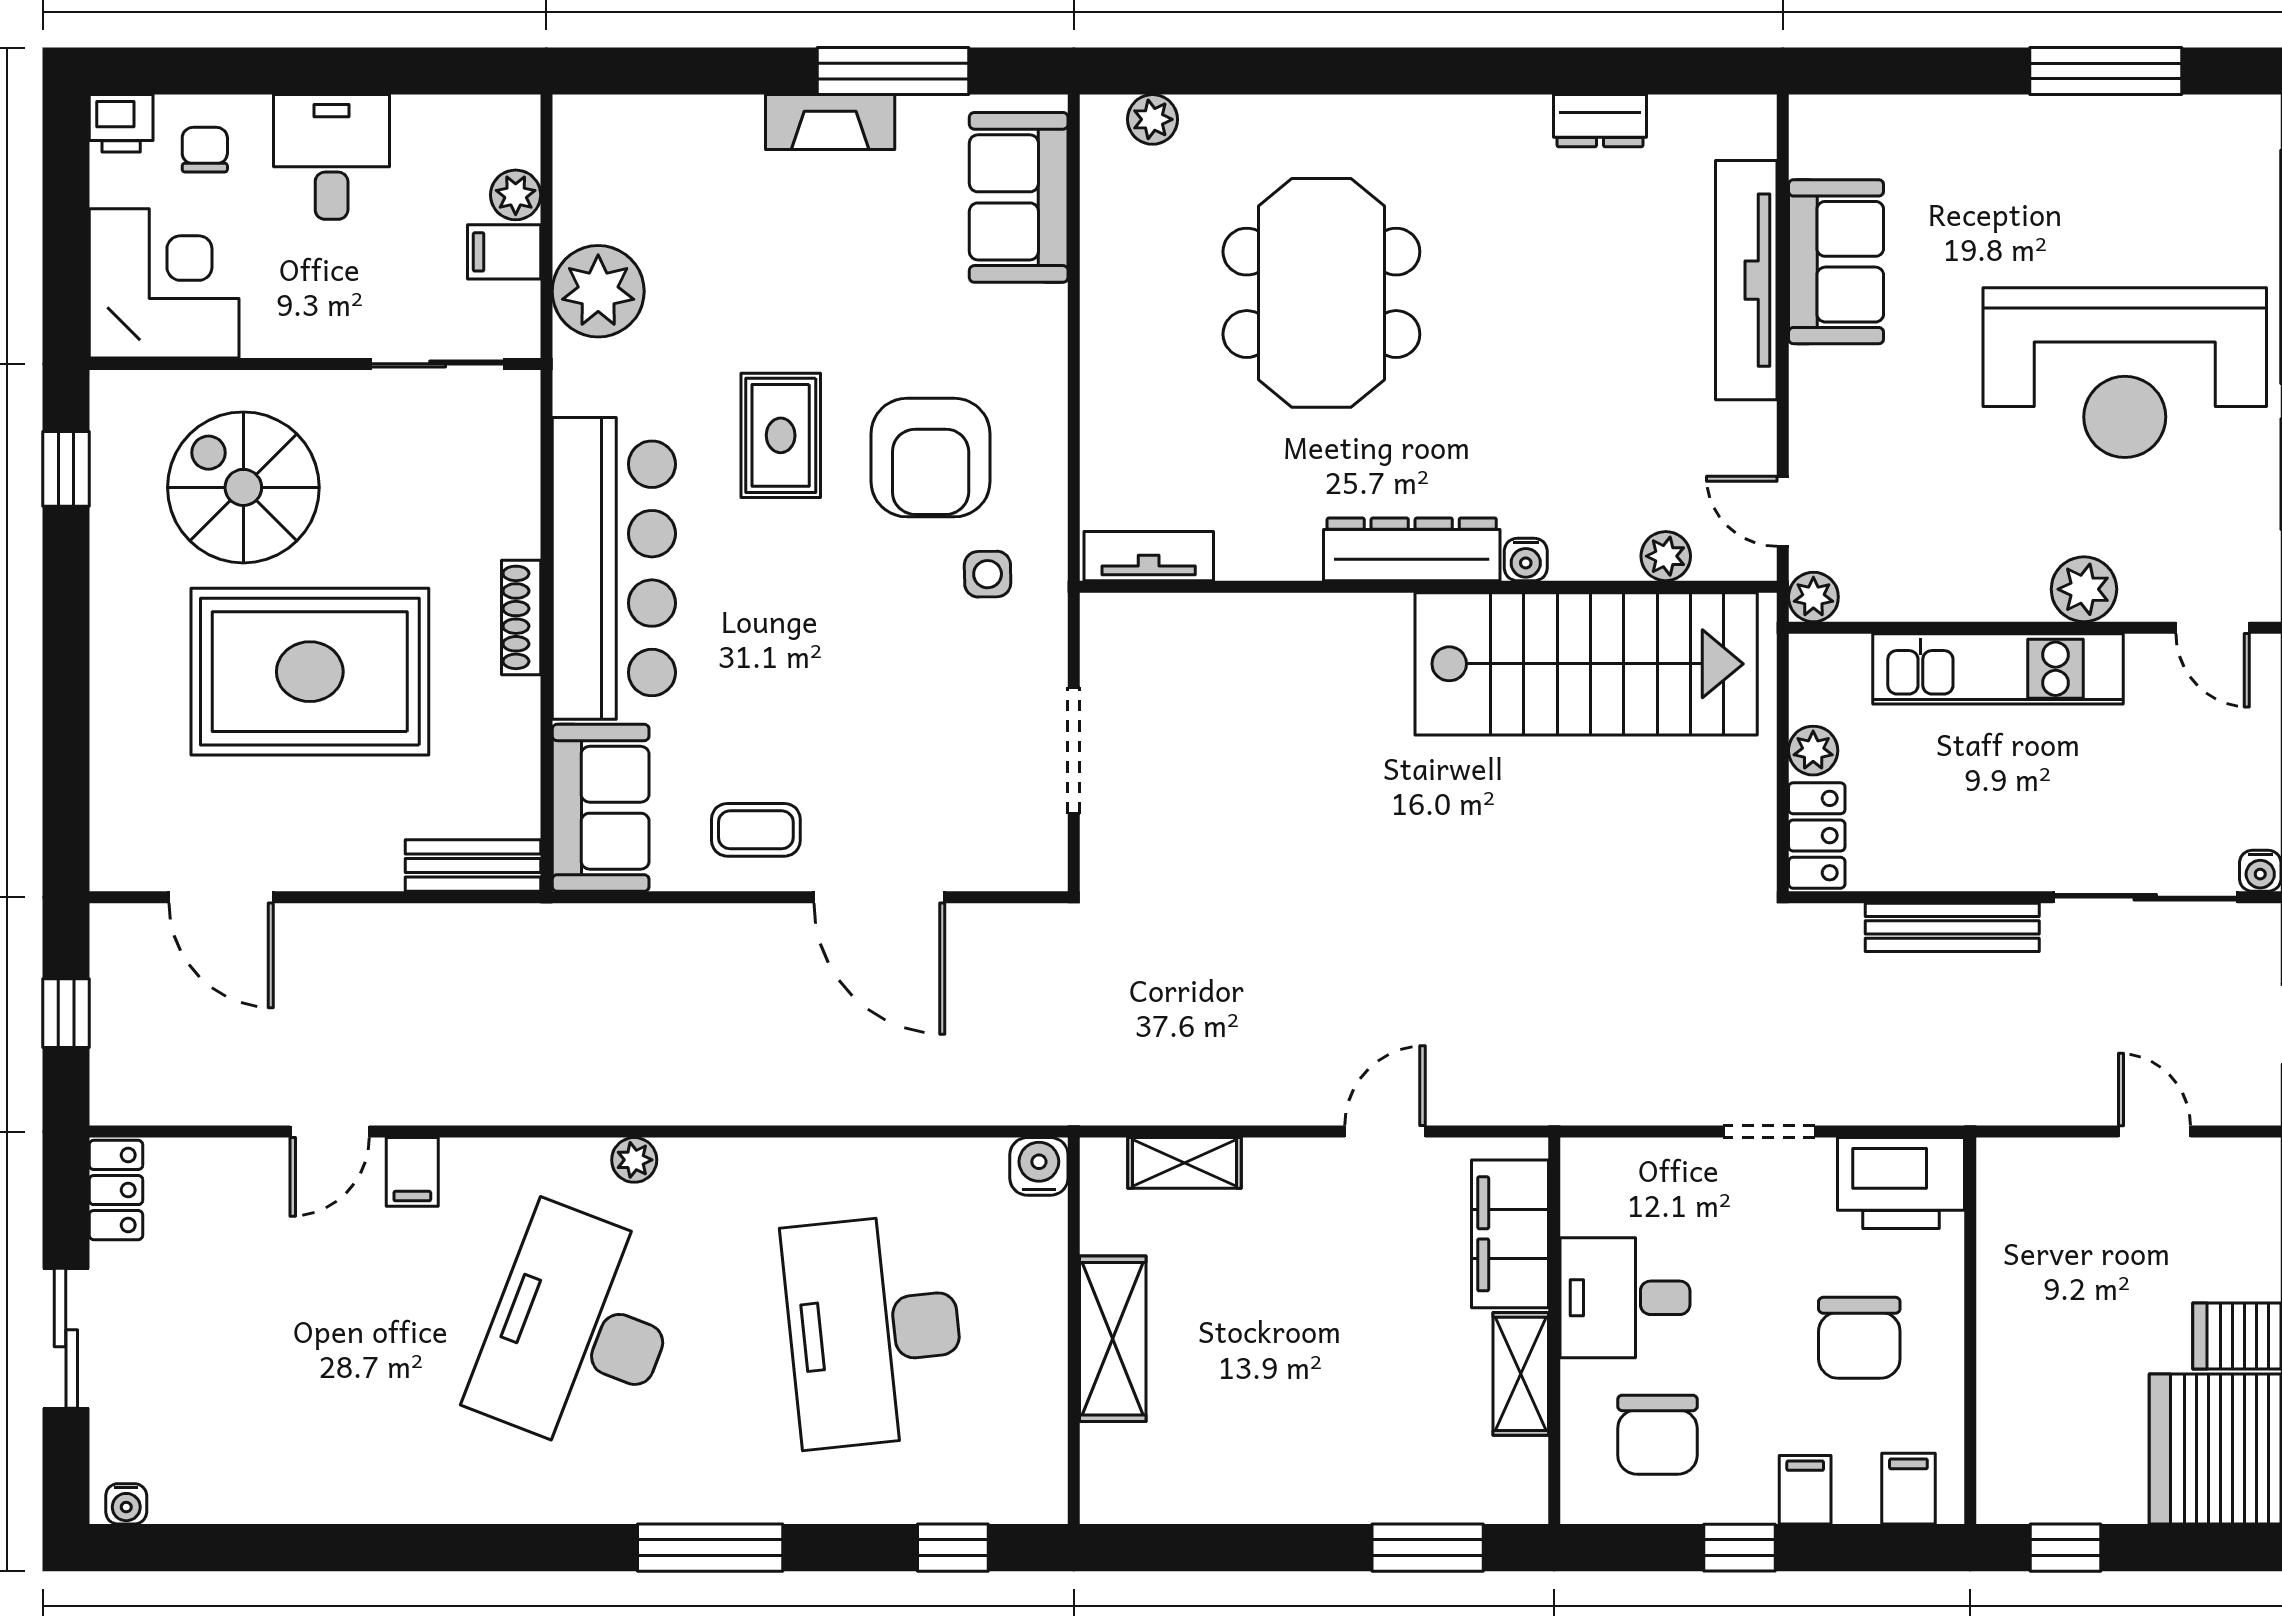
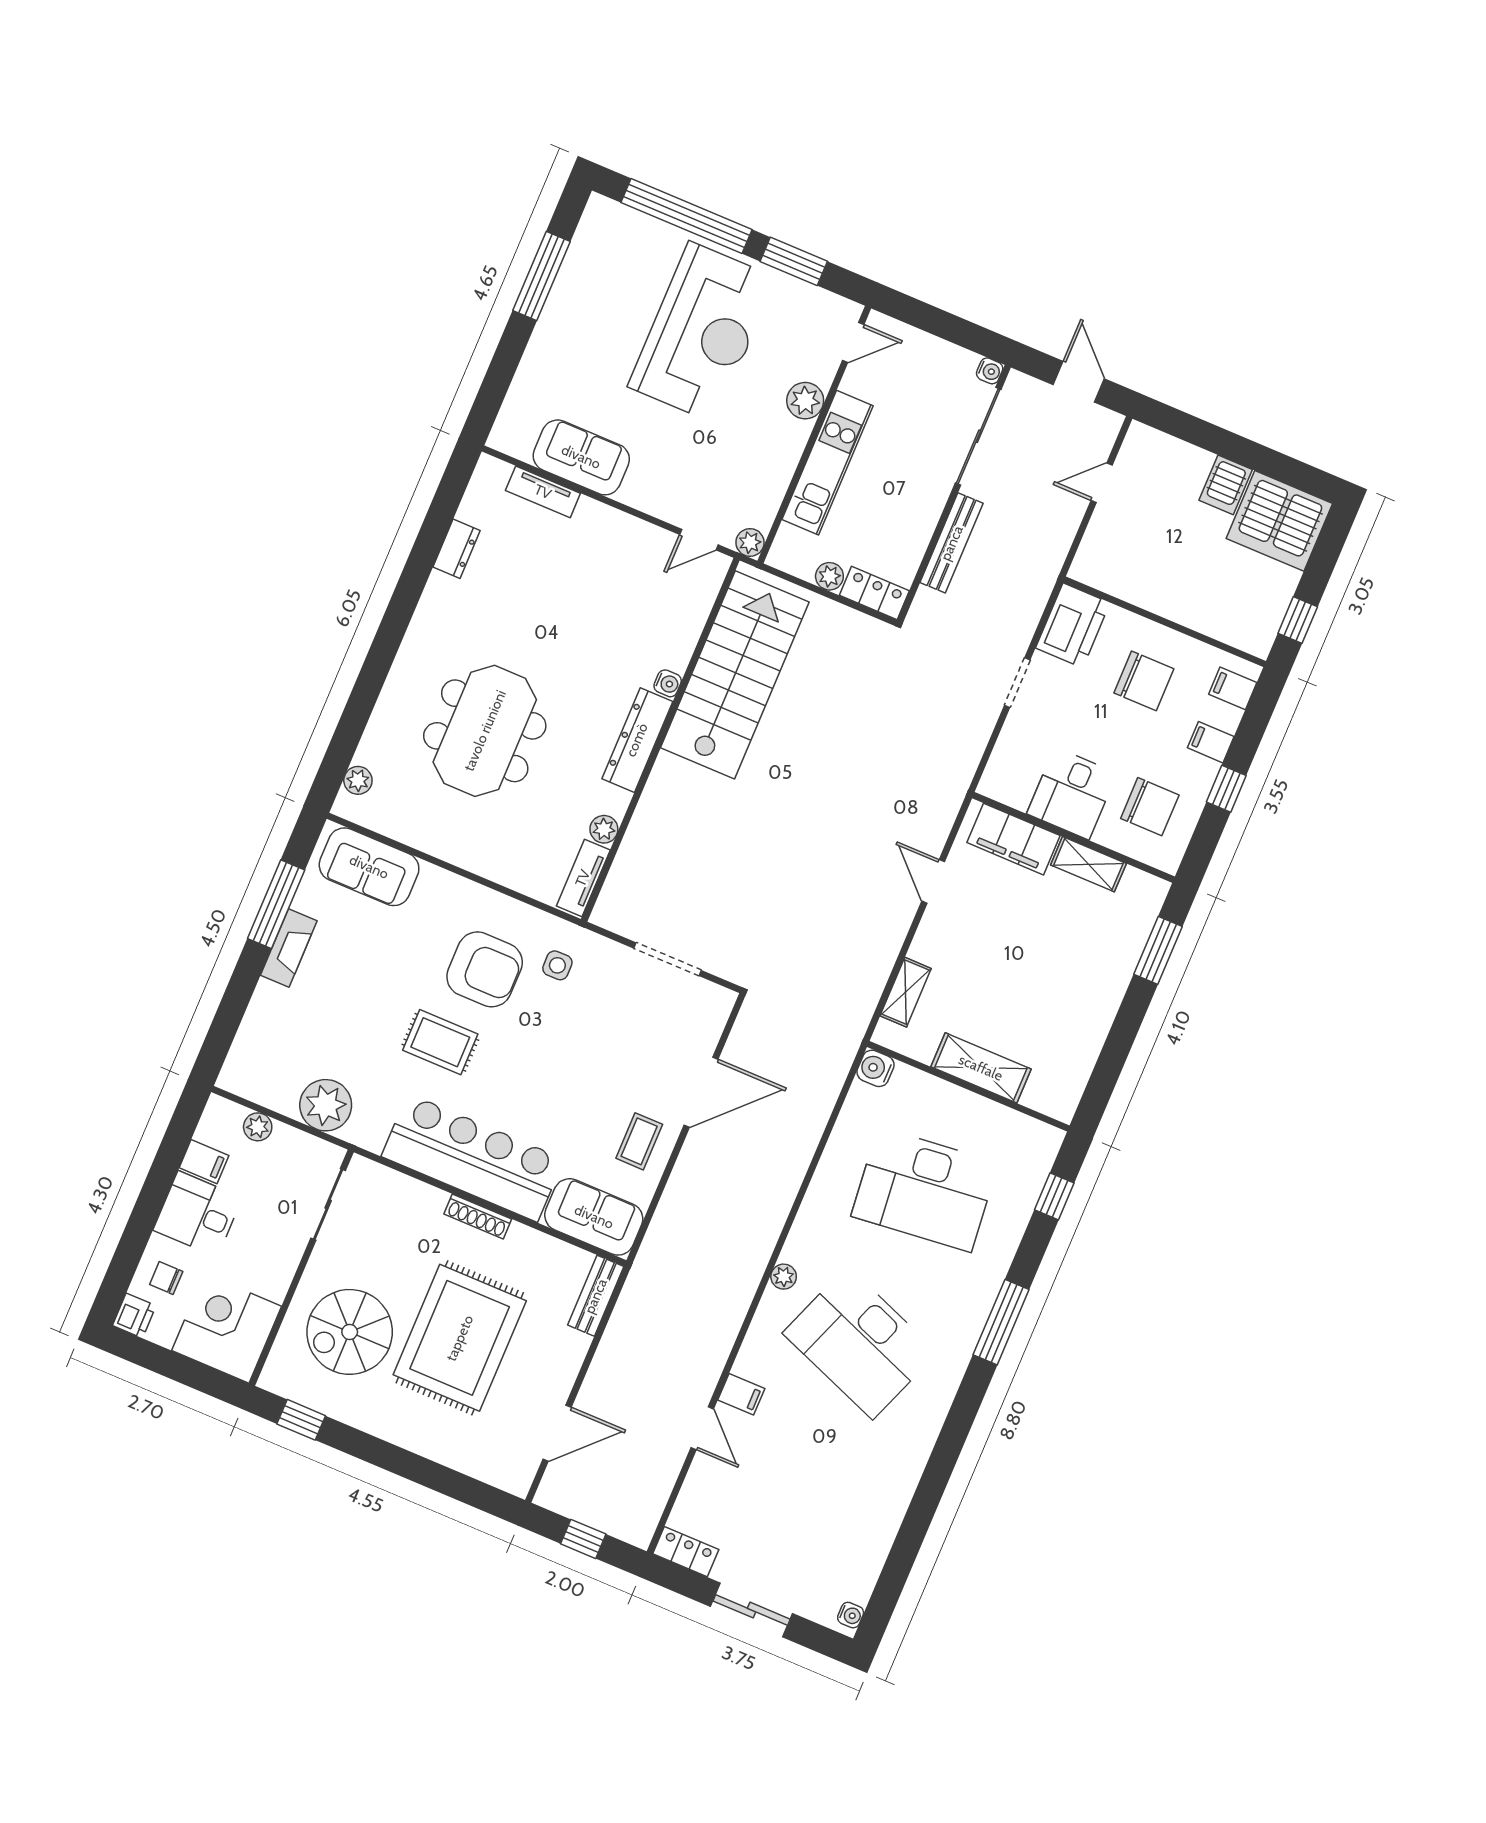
filing cabinet: (504, 252) -> (204, 1162), moved, turned -90
tv unit: (1746, 280) -> (543, 492), width x0.52, depth x0.78
meeting table: (1321, 293) -> (485, 731), turned 90
plant: (1666, 556) -> (604, 829), moved

